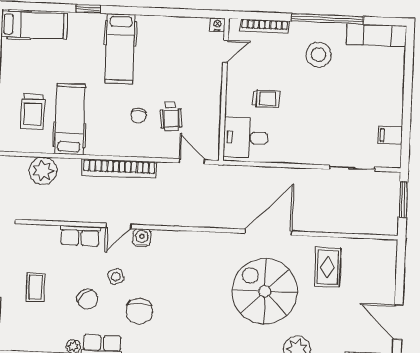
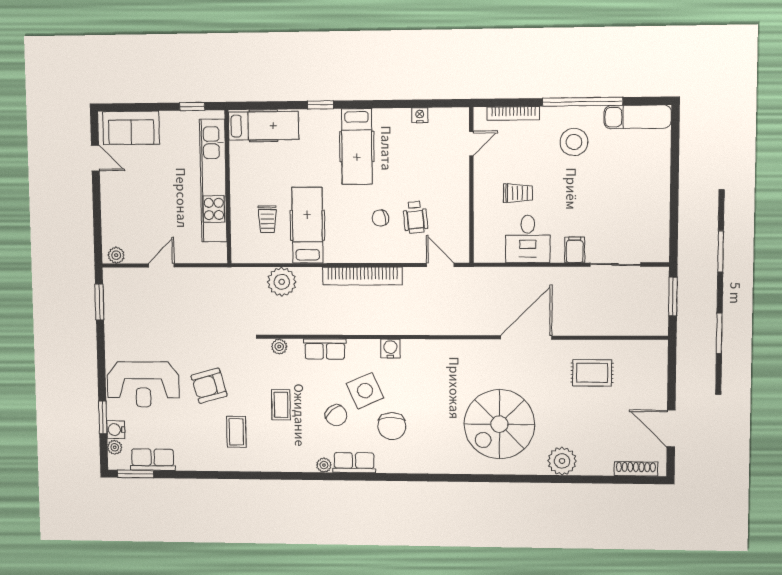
nightstand: (217, 25) -> (420, 115), moved
trolley: (33, 112) -> (267, 219), width x0.73, depth x0.72
chair: (138, 116) -> (380, 218), turned 77
filing cabinet: (390, 135) -> (575, 250), moved, turned 90
desk: (246, 138) -> (528, 239), moved, turned -90
door: (119, 226) -> (365, 337), removed
plant: (37, 232) -> (279, 347), added
rug: (328, 267) -> (592, 373), turned 90
side table: (116, 277) -> (365, 391), width x1.87, depth x1.87
spiral stairs: (265, 291) -> (499, 424), moved, turned -90

